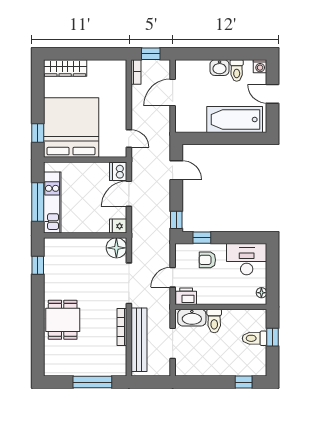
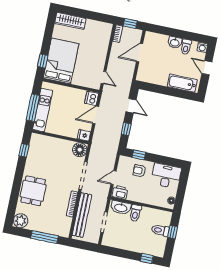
bathtub: (235, 120) -> (182, 83), width x0.73, depth x0.73
bed: (71, 127) -> (61, 61), width x0.73
window: (176, 220) -> (126, 129), moved
plant: (54, 366) -> (21, 221), added

